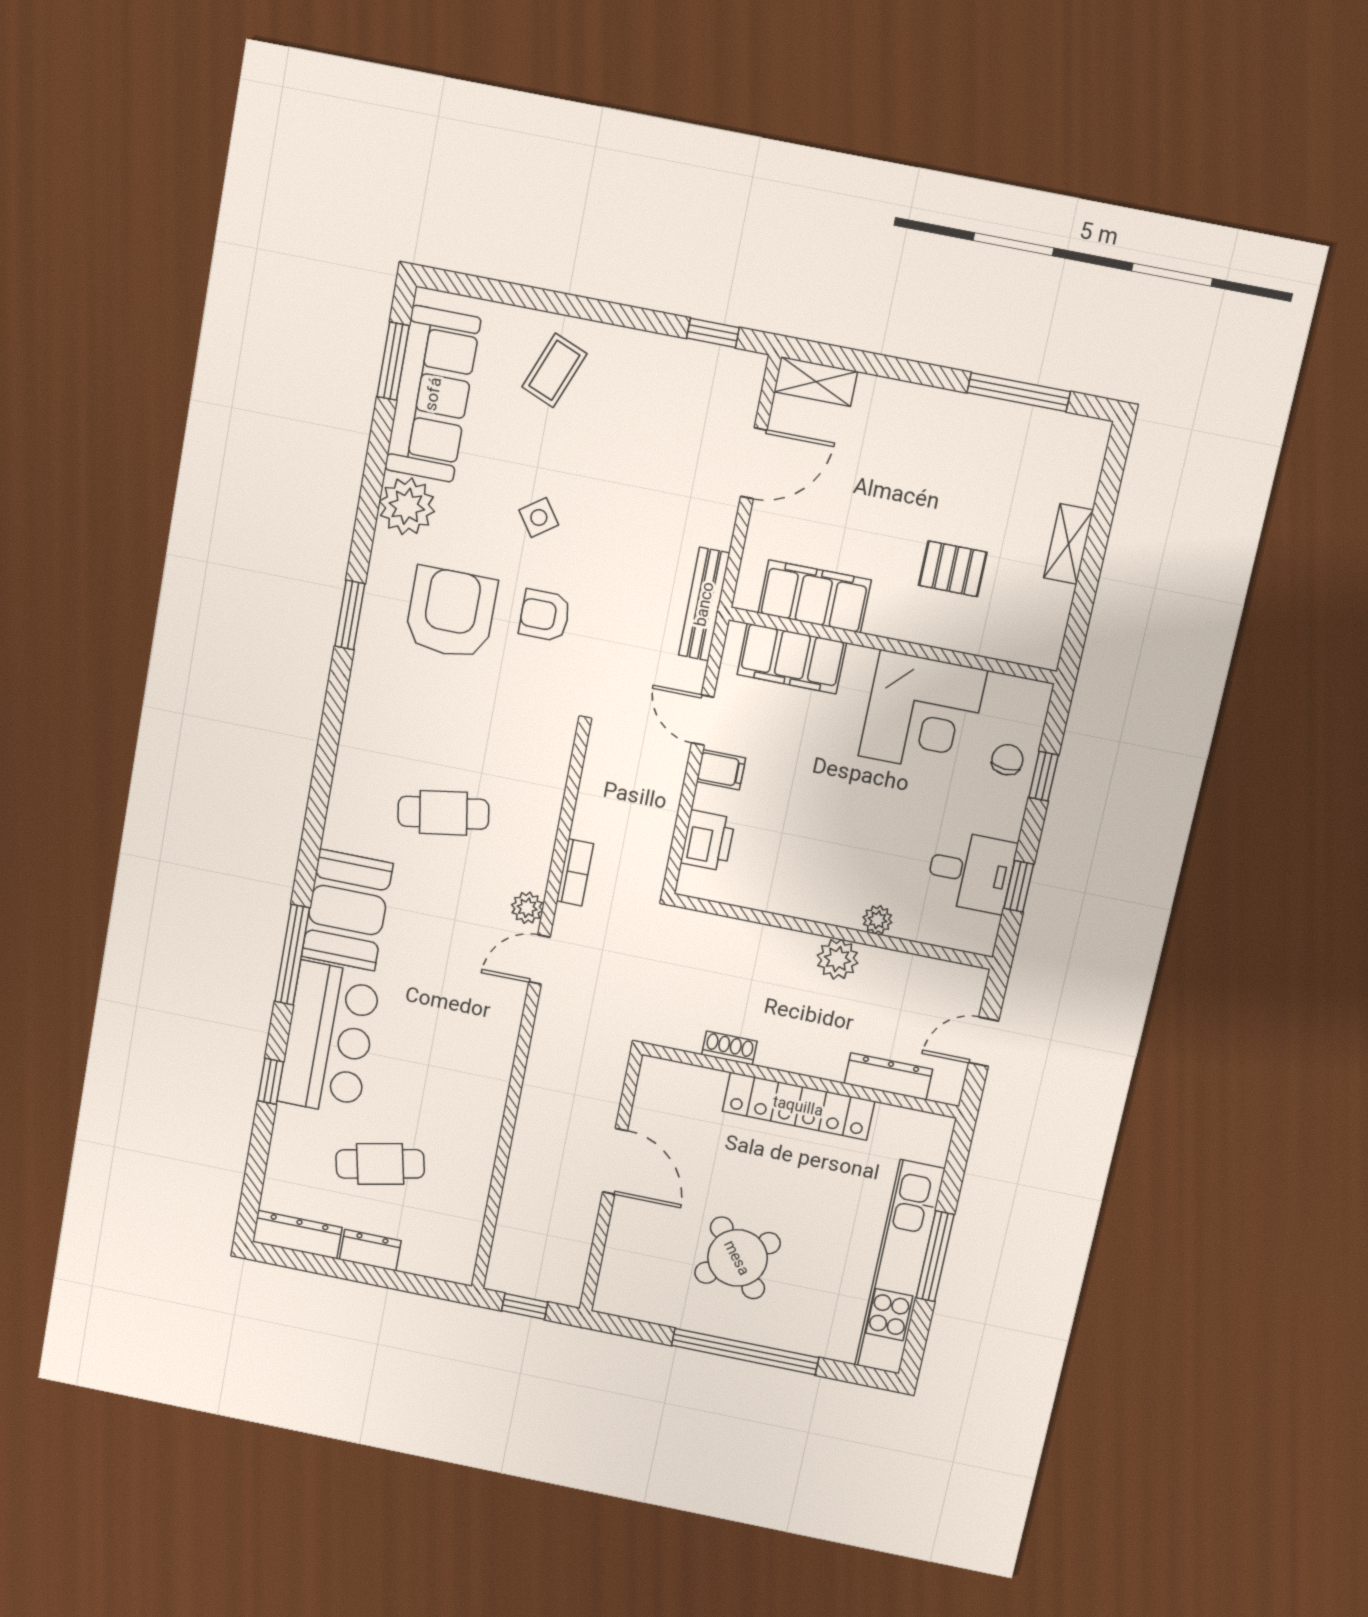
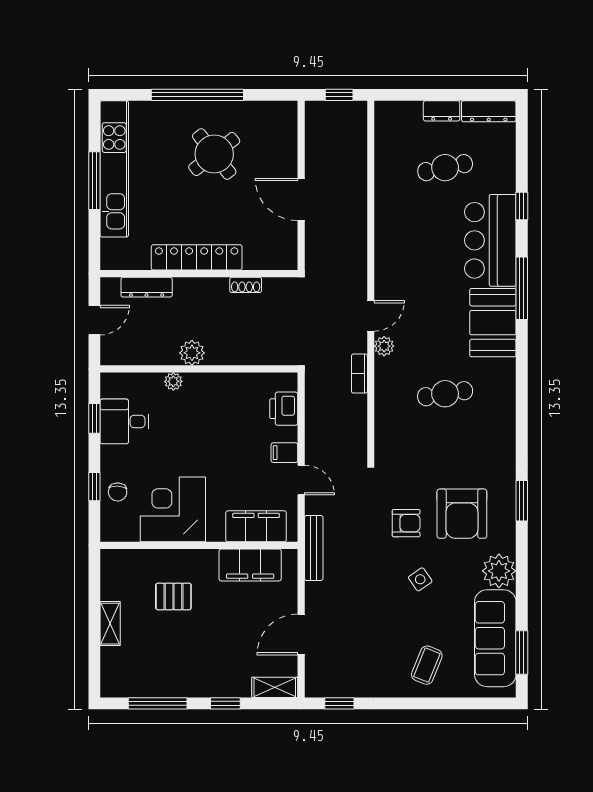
window: (904, 370) -> (225, 703), added

